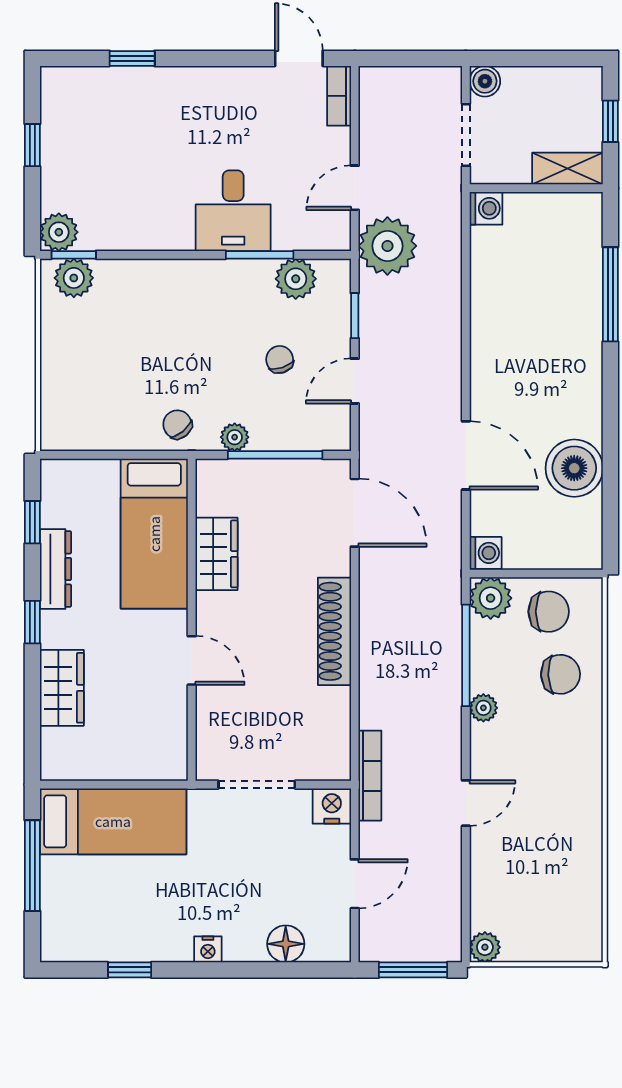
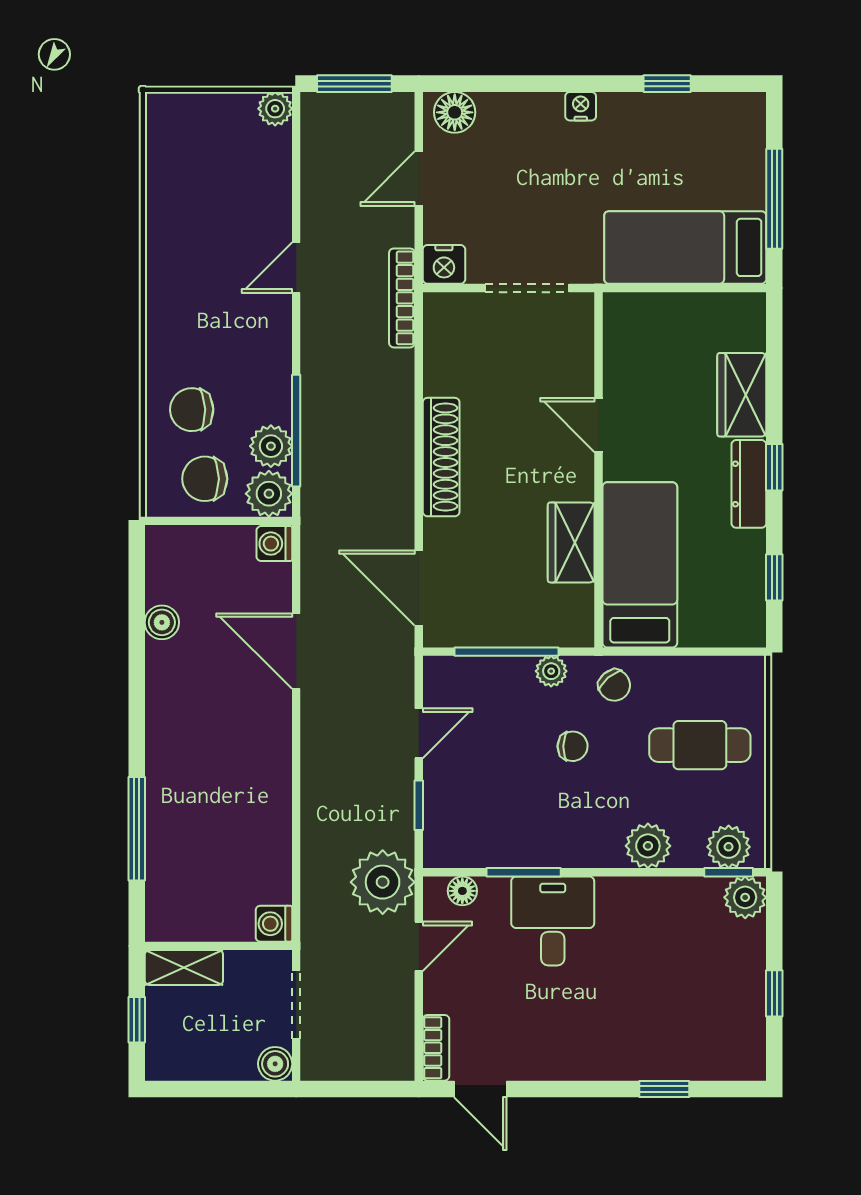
floor lamp: (315, 238) -> (462, 891), added
plant: (296, 279) -> (648, 846), moved
chair: (280, 359) -> (573, 746), moved, turned -71
cafe table: (100, 370) -> (700, 745), added
boiler: (574, 468) -> (162, 622), width x0.54, depth x0.54
dresser: (55, 569) -> (749, 484), moved
plant: (483, 708) -> (271, 446), moved, width x1.38, depth x1.38
floor lamp: (286, 944) -> (455, 112), moved

